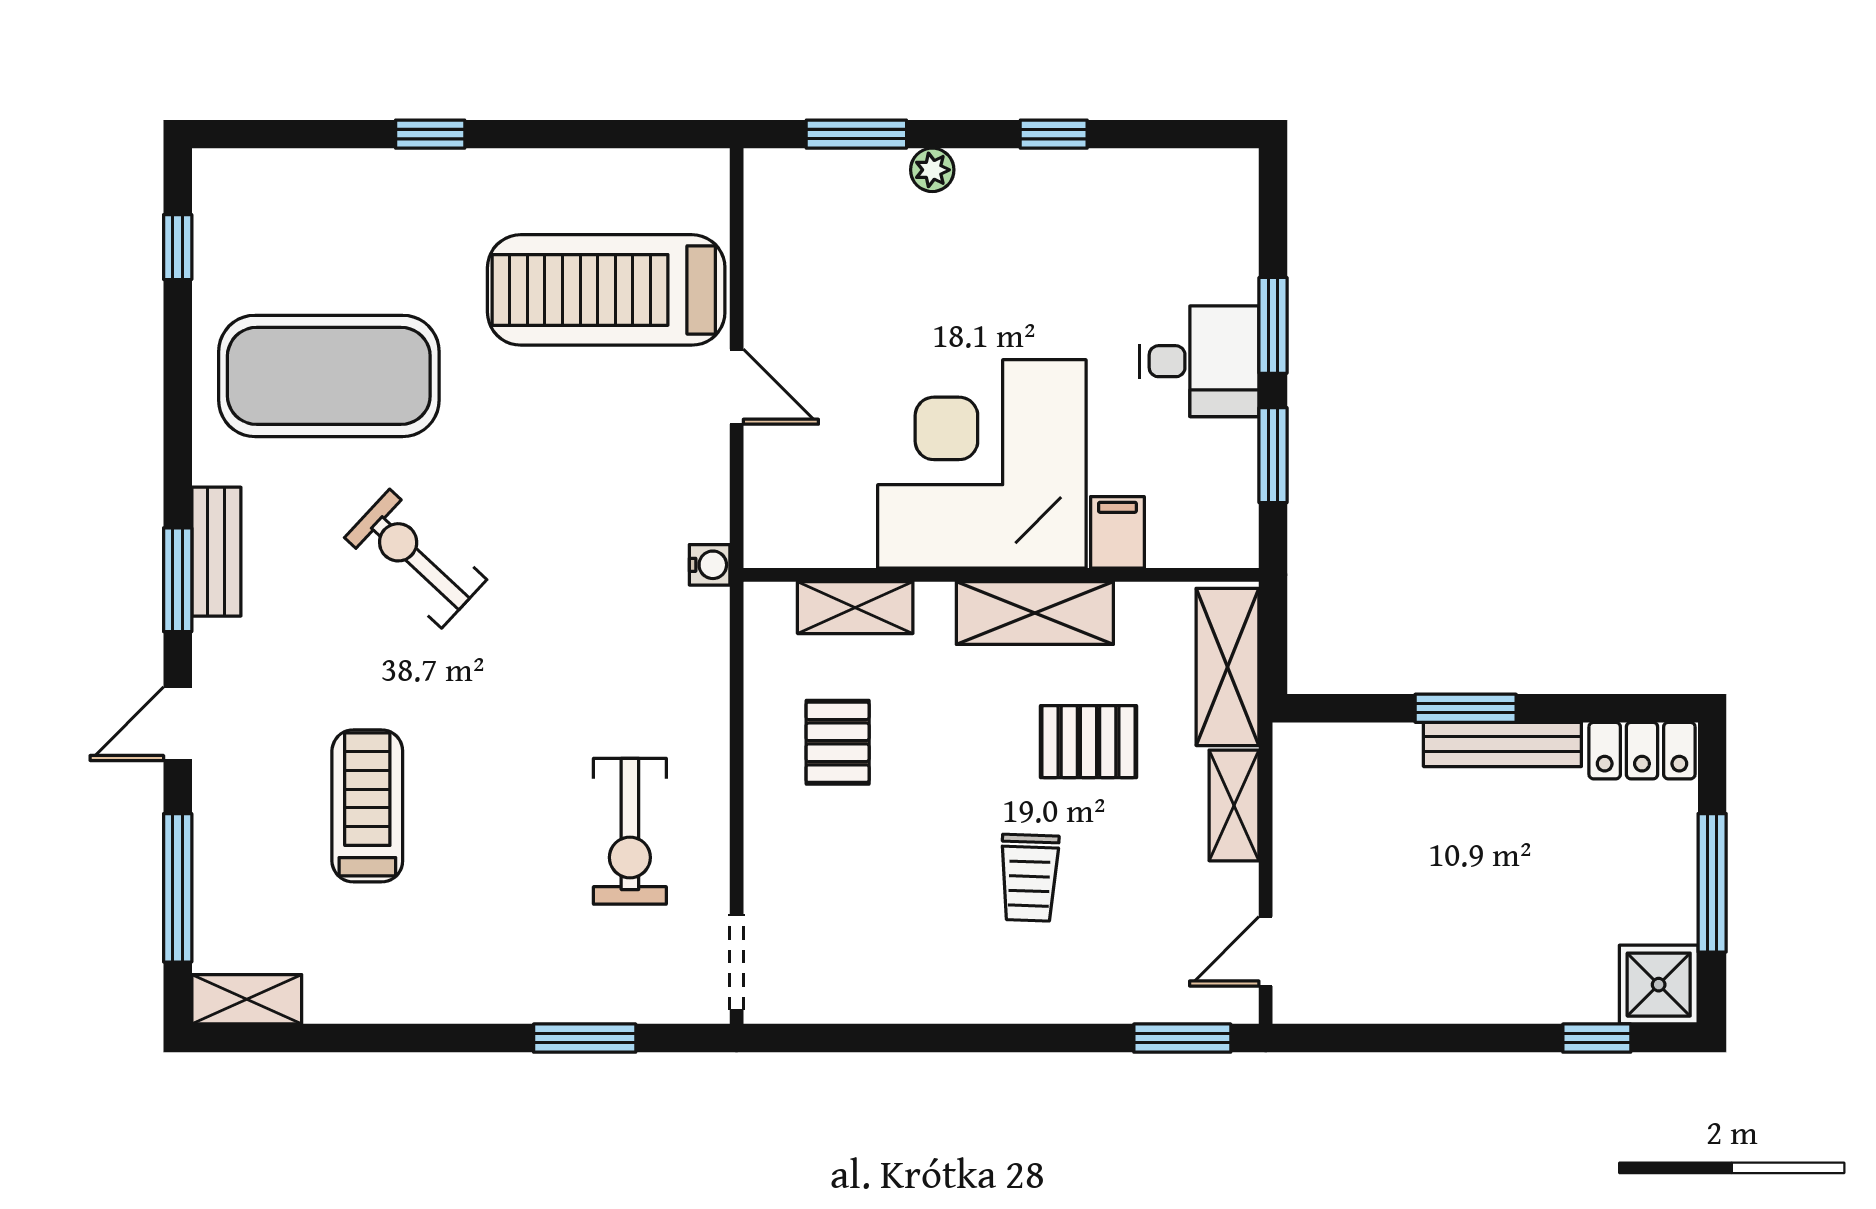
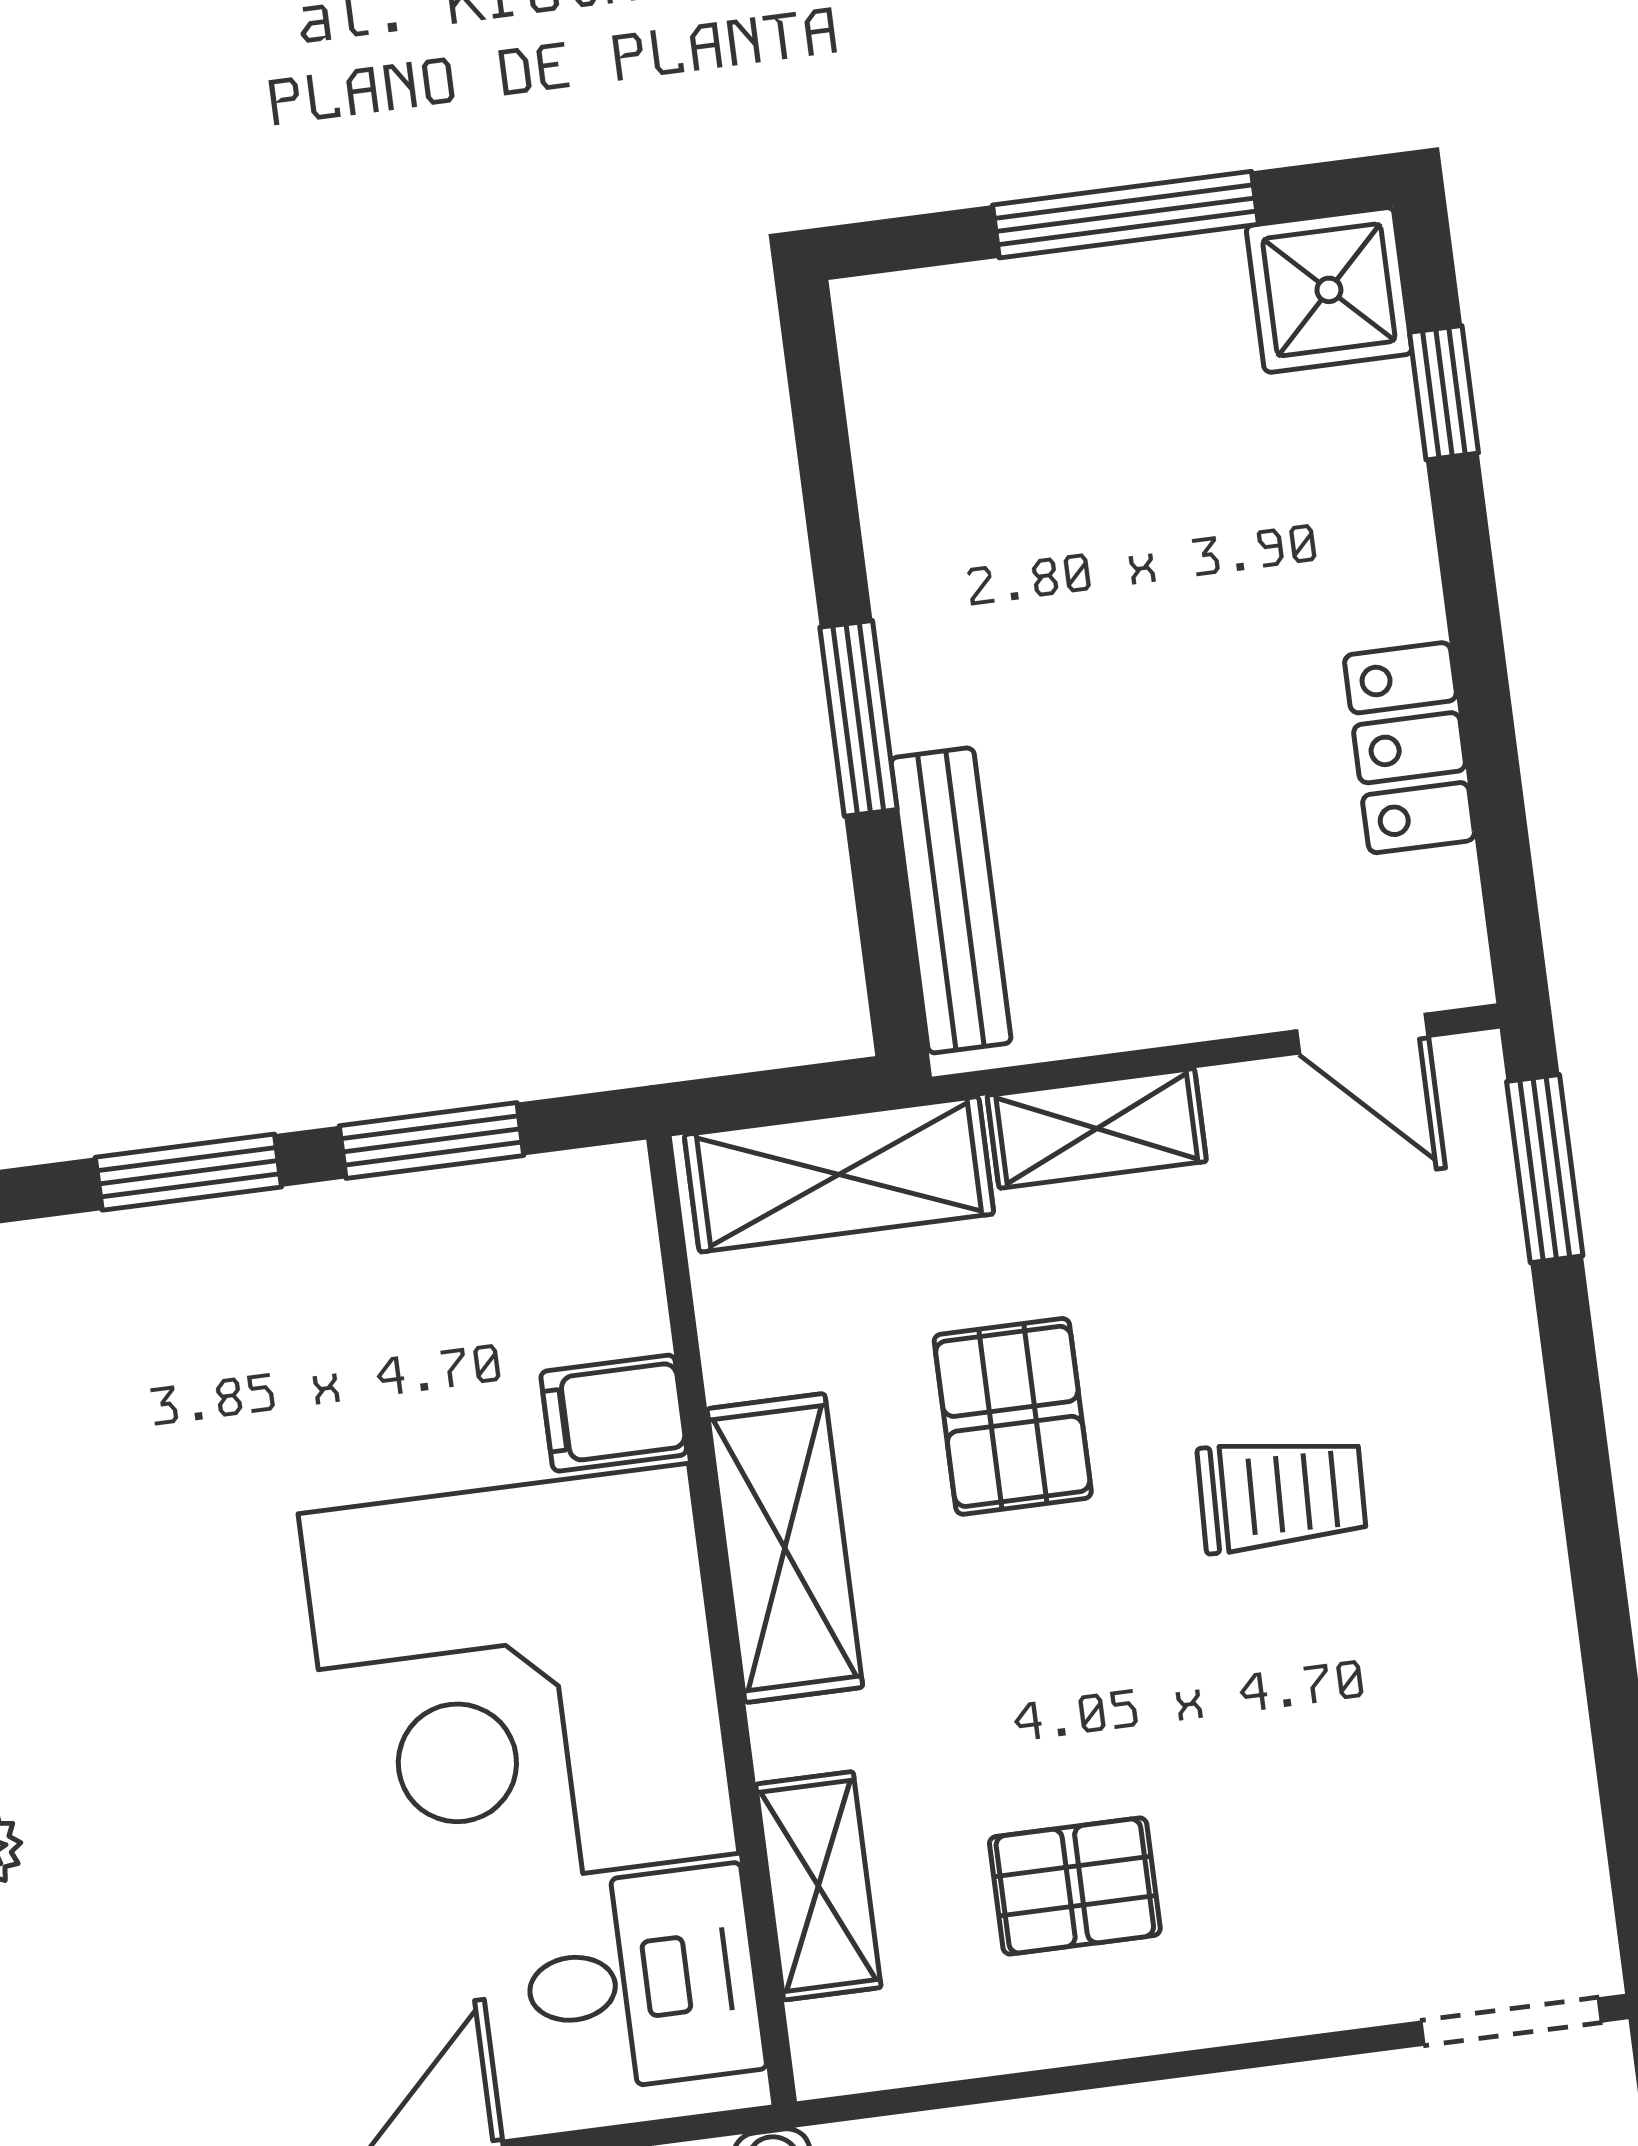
desk: (1199, 361) -> (642, 1980), moved, turned 90
bench: (1502, 744) -> (951, 900), moved
locker: (1642, 751) -> (1409, 748), moved, turned 180

